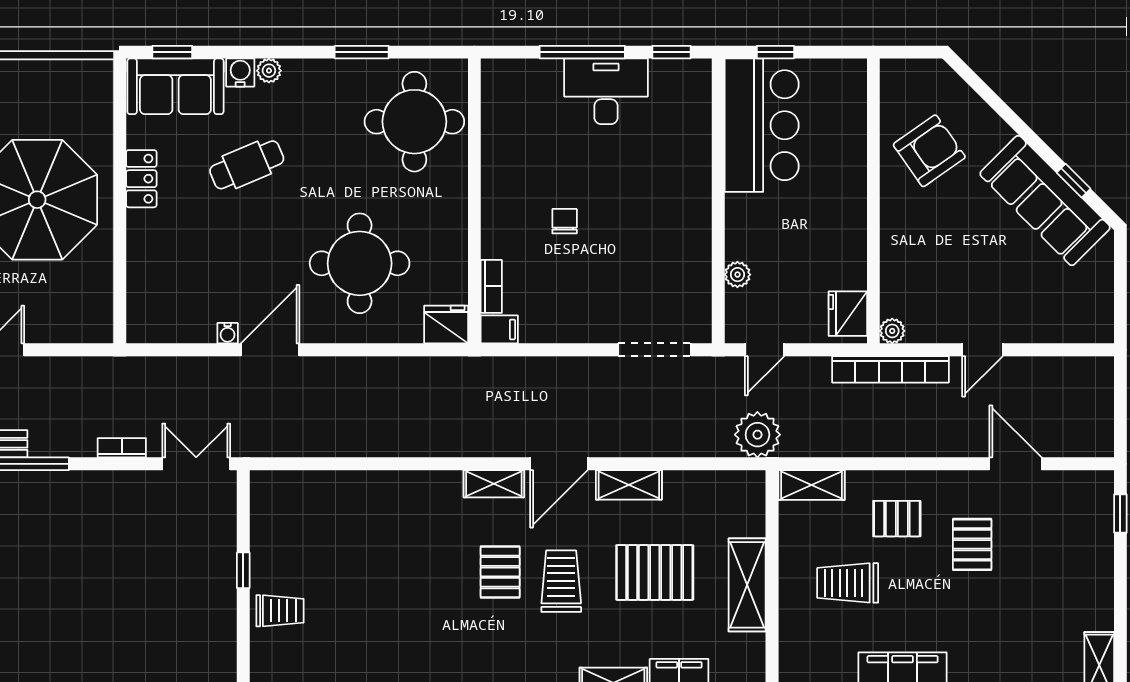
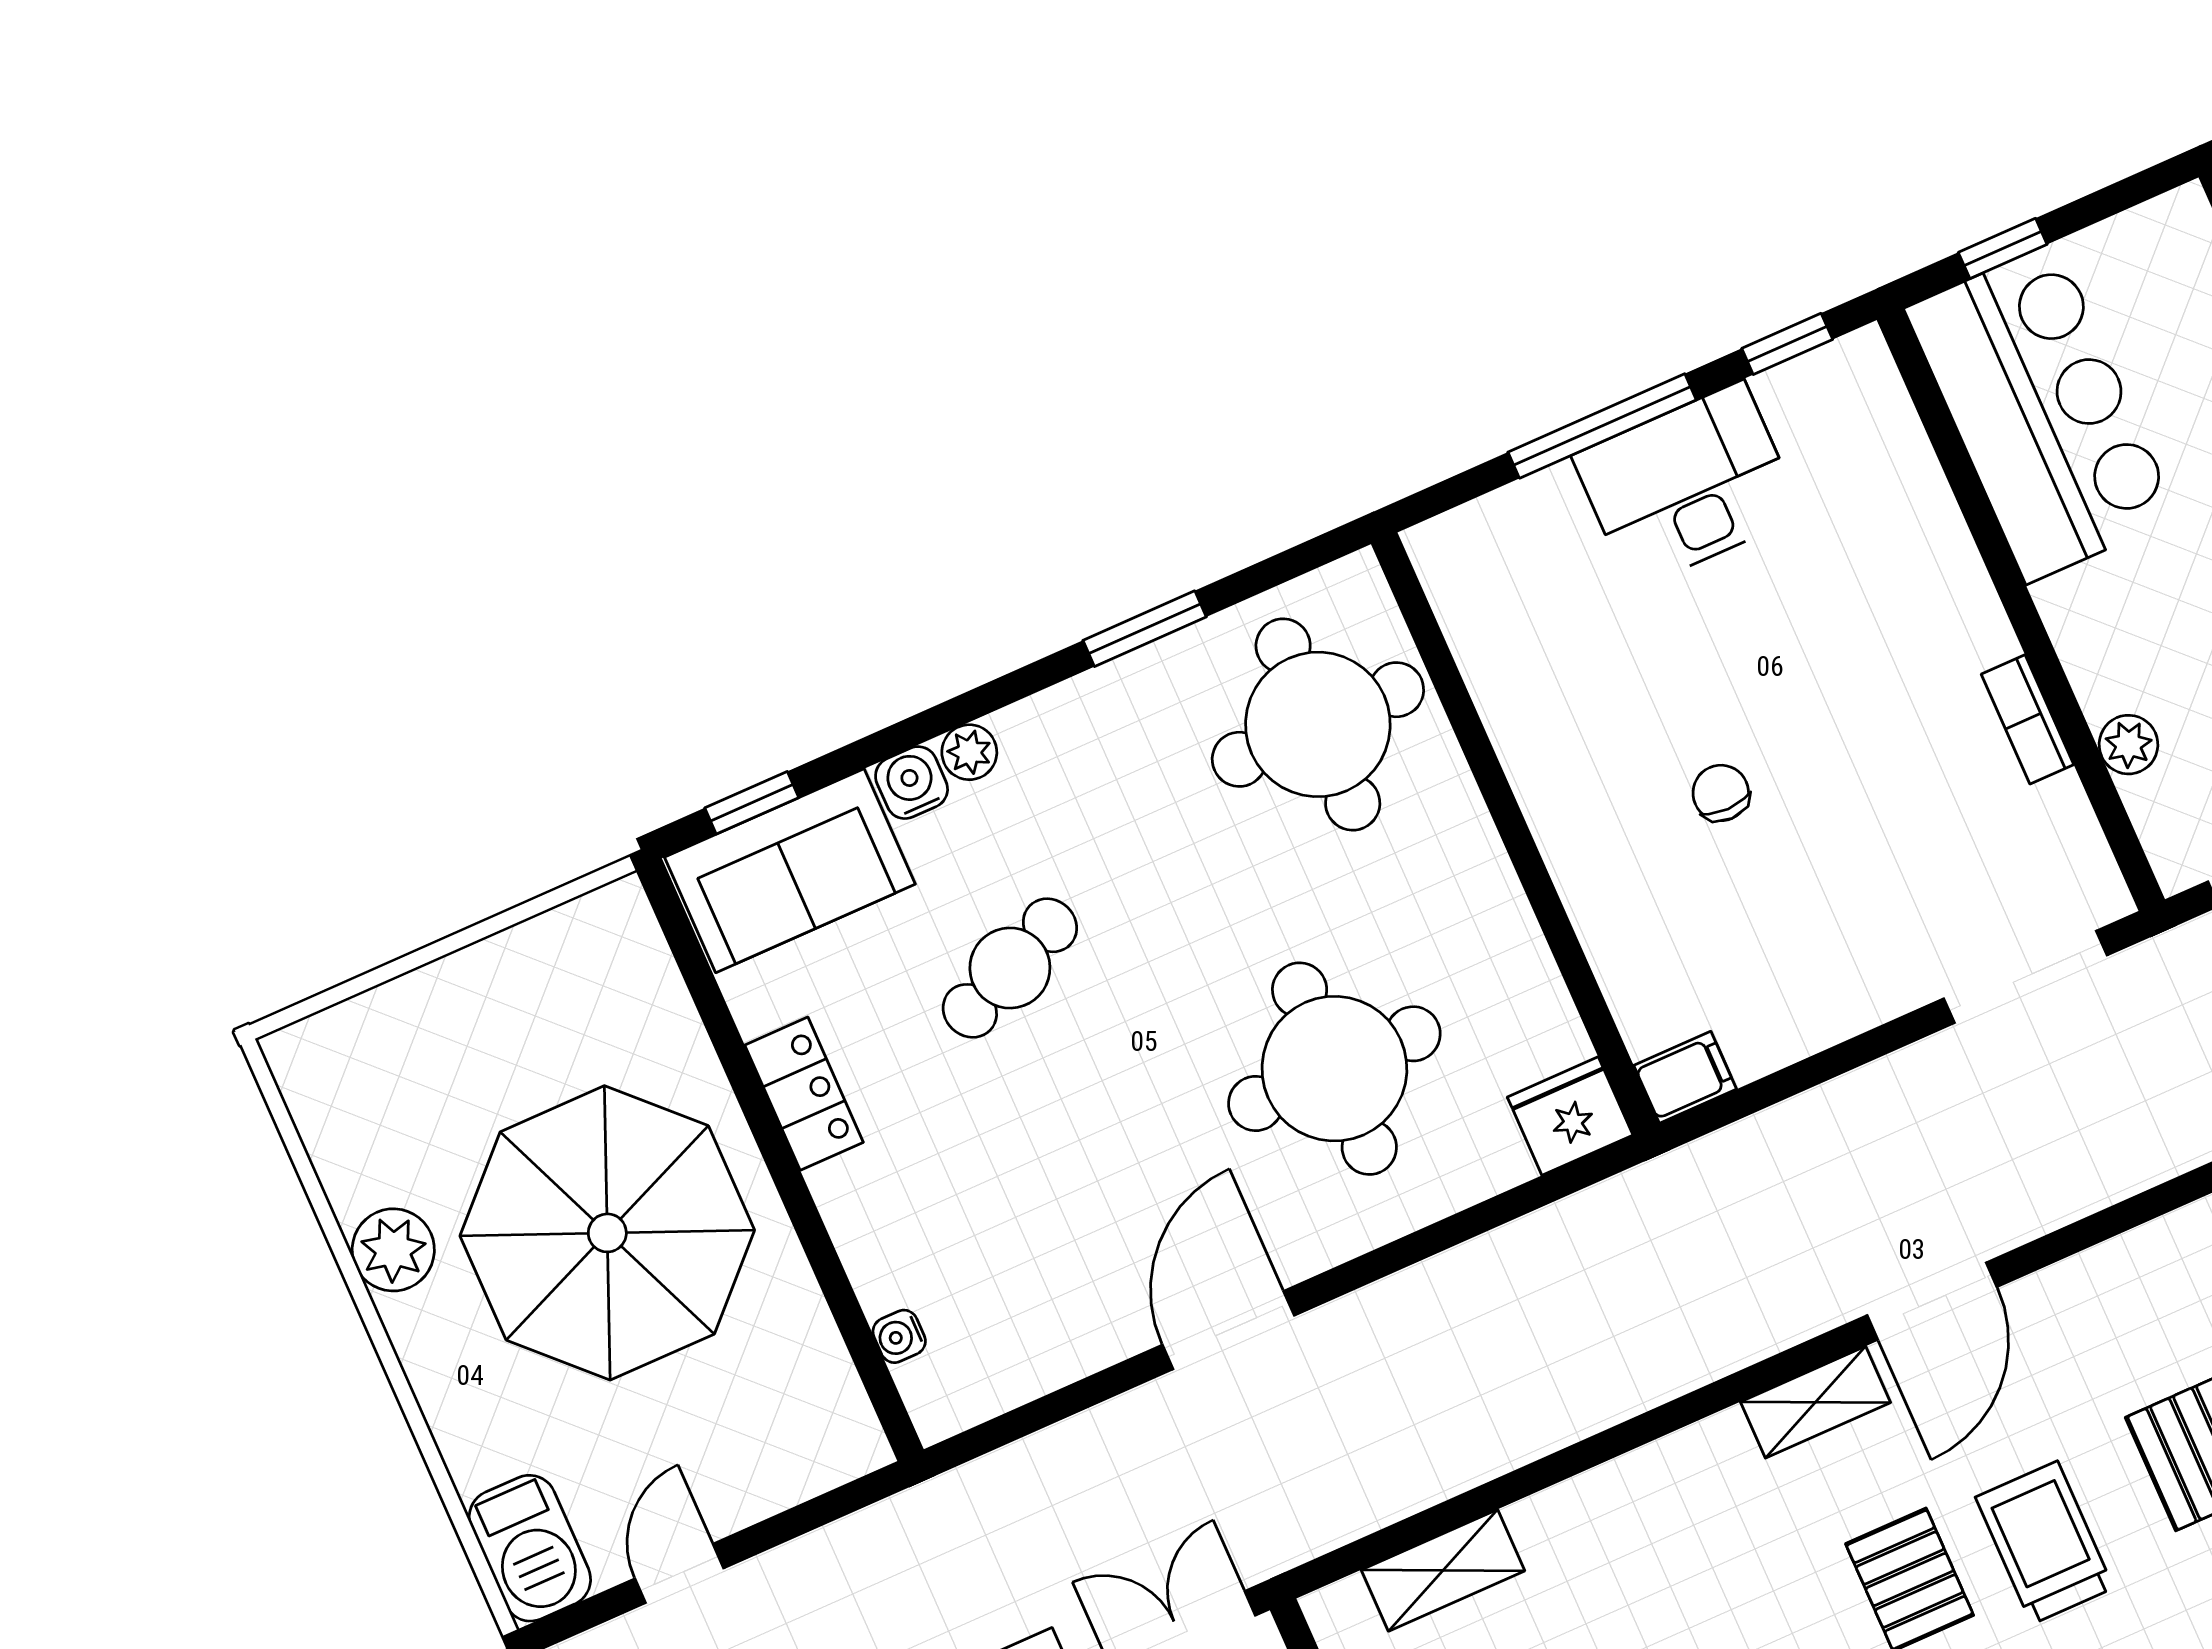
bookcase: (491, 286) -> (2027, 719), moved, turned 180
water cooler: (228, 333) -> (899, 1336), moved, turned 90
shelving: (629, 485) -> (1443, 1570), moved

